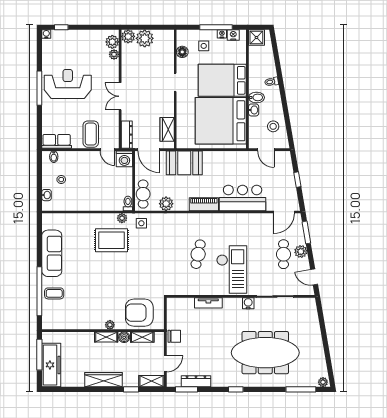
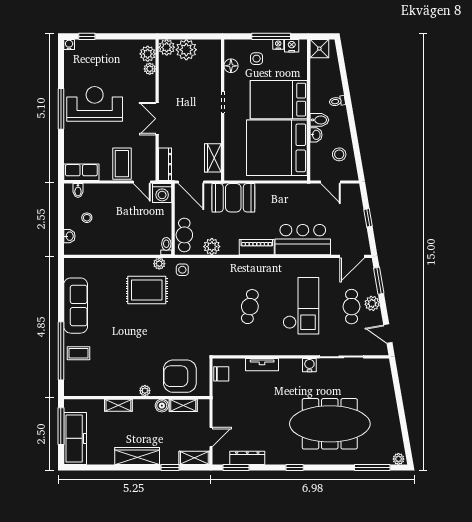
checkout: (232, 270) -> (301, 306), moved
chair: (174, 336) -> (221, 374), moved
shelving: (106, 337) -> (118, 405), moved

